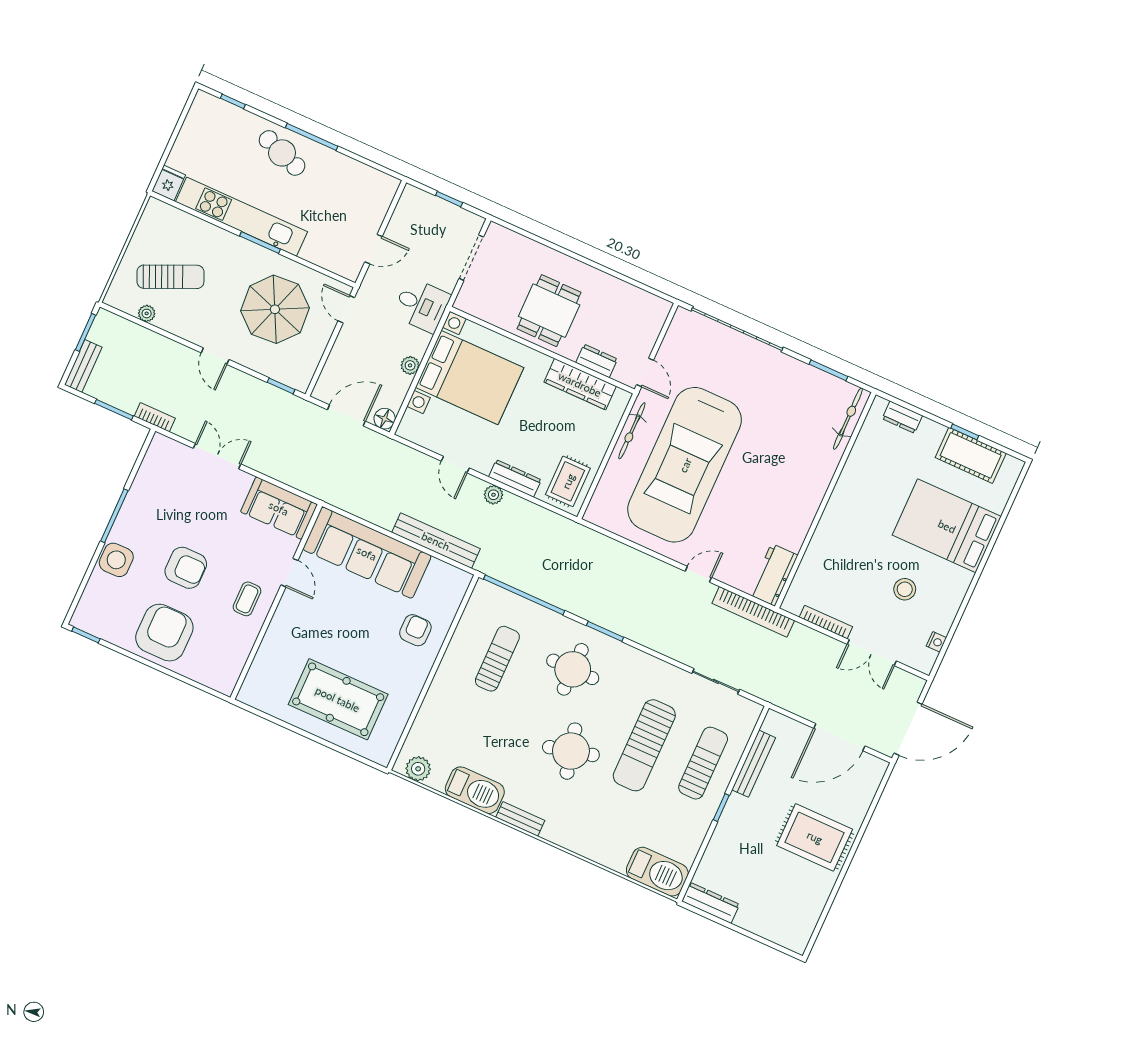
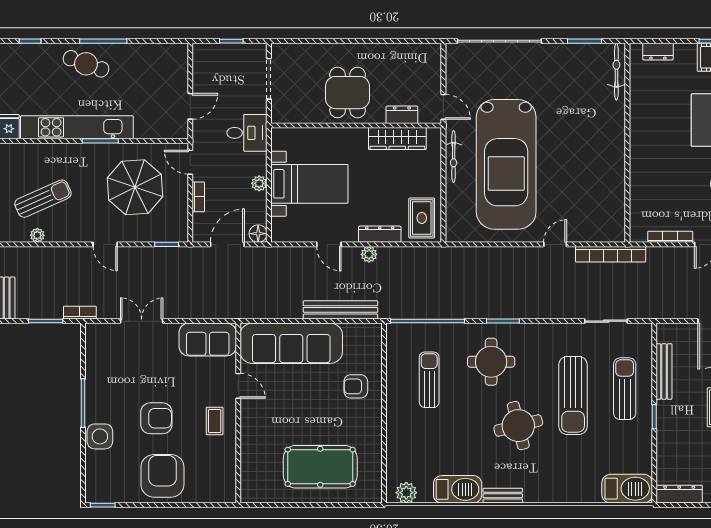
bookcase: (338, 350) -> (198, 197), added
bed with nightstands: (469, 378) -> (309, 184), width x0.73
workbench: (773, 575) -> (613, 219), removed
armchair: (415, 630) -> (356, 386), turned -90

